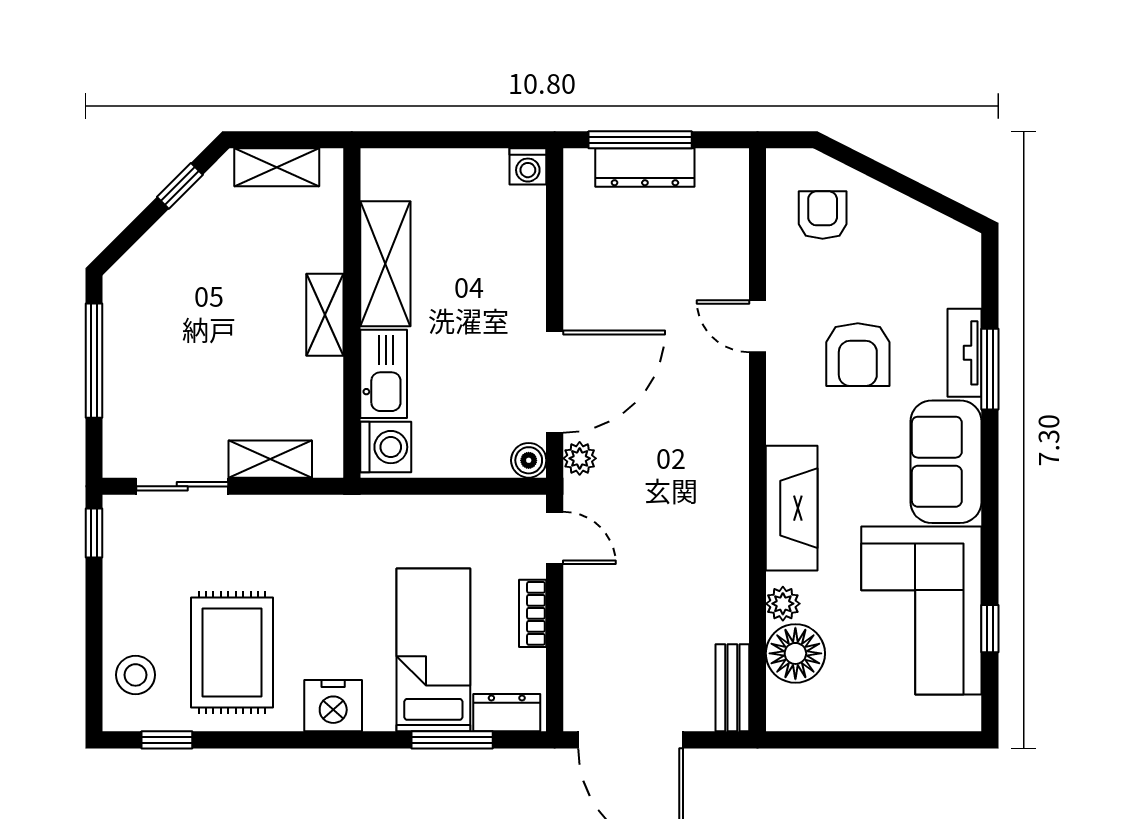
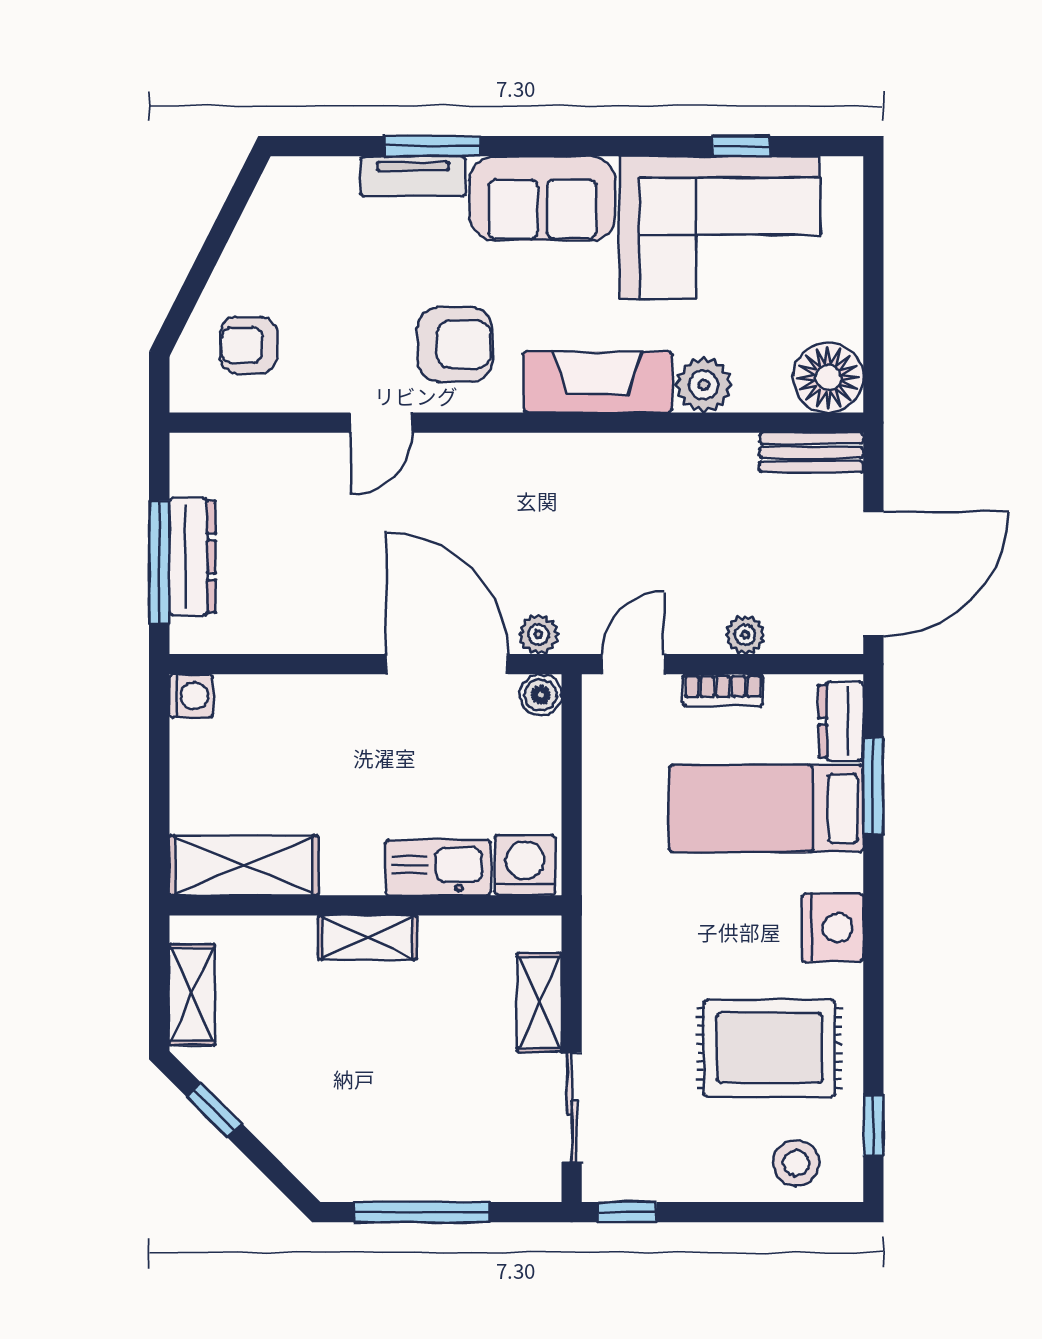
shelving: (385, 264) -> (244, 866), moved
armchair: (858, 355) -> (455, 344), moved
plant: (783, 604) -> (704, 385), width x1.38, depth x1.38
plant: (579, 632) -> (745, 635), added
floor lamp: (795, 653) -> (828, 378), moved

